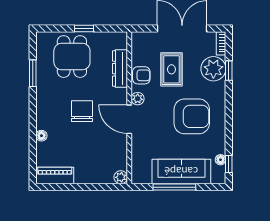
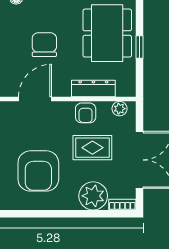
dining table: (72, 57) -> (107, 33), width x1.37
window: (229, 71) -> (91, 214), removed
plant: (138, 99) -> (120, 109), moved
chair: (82, 111) -> (44, 45), turned -90

